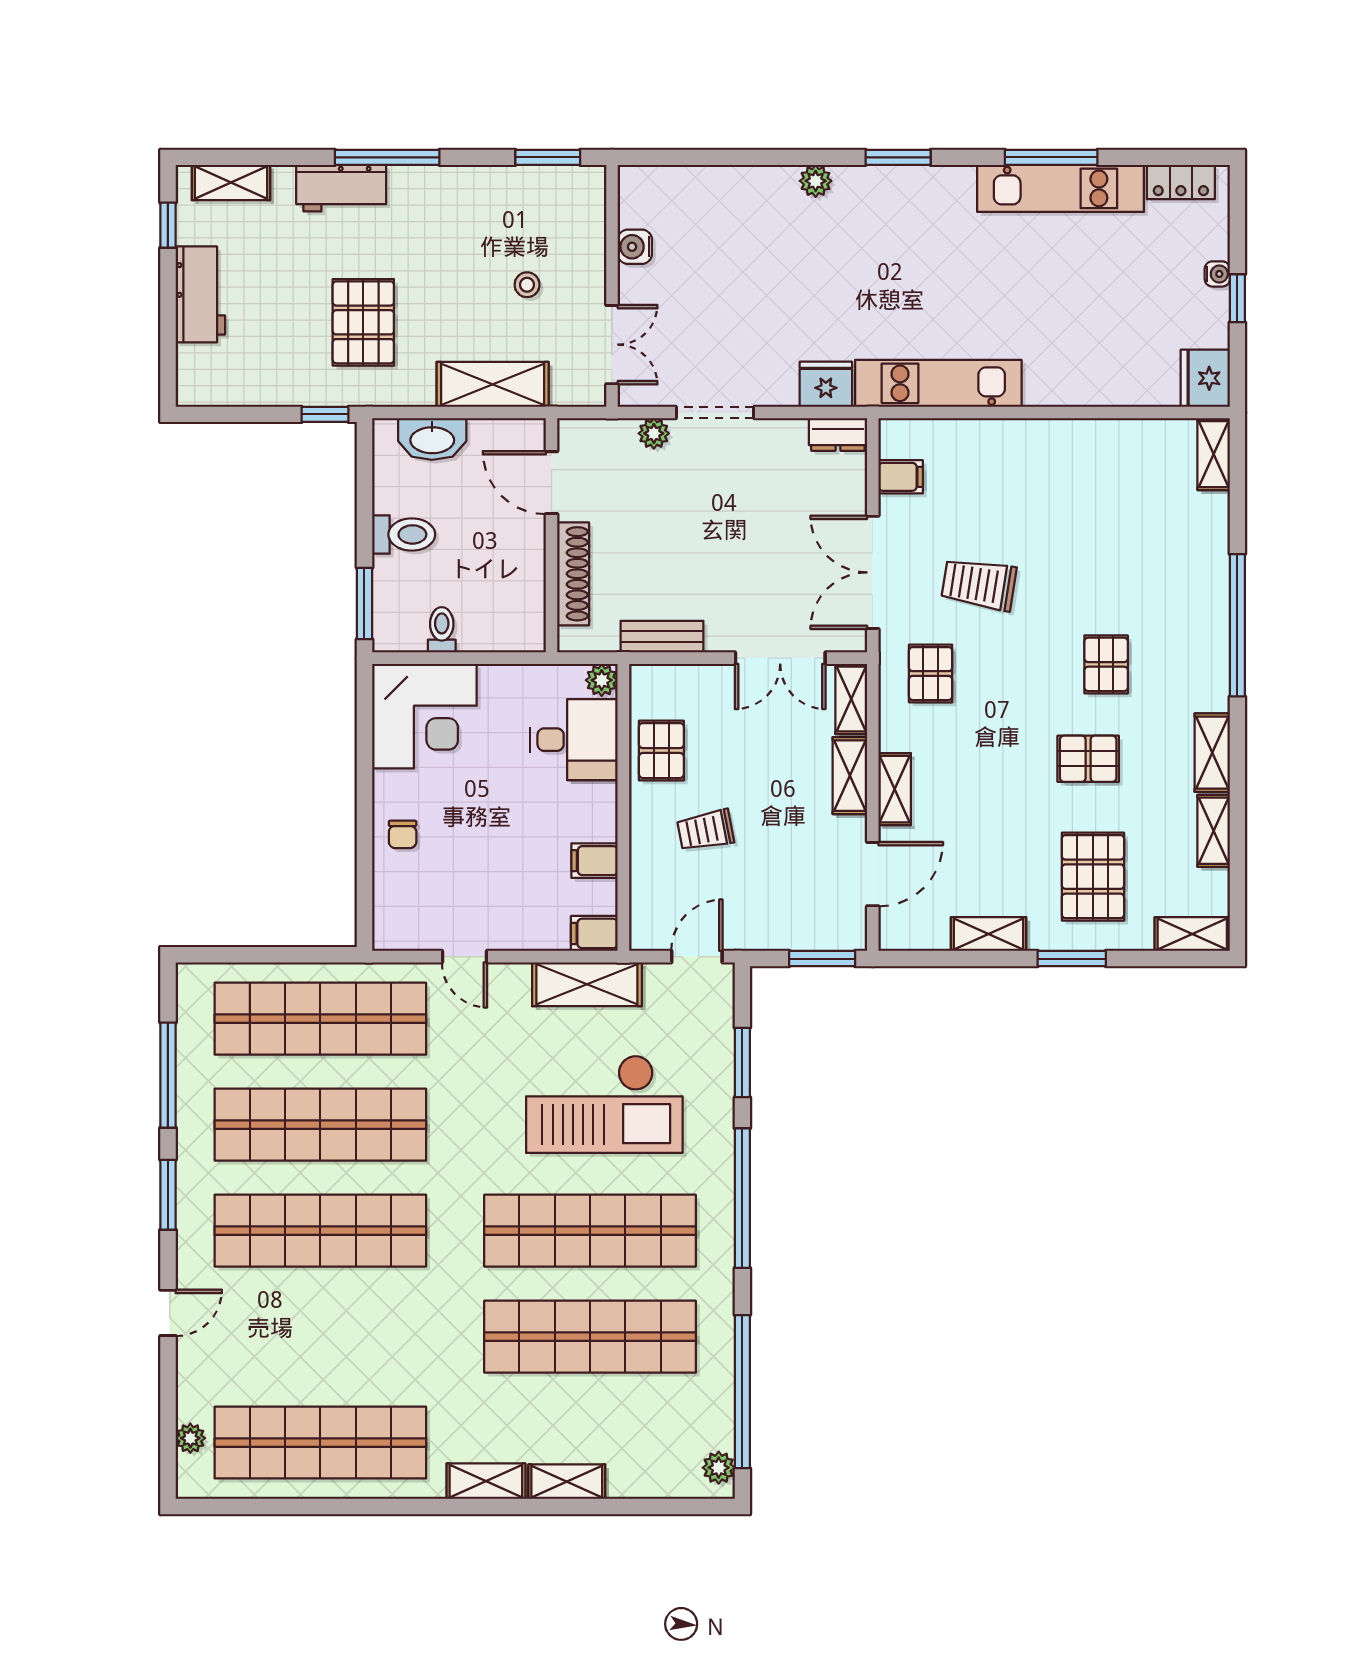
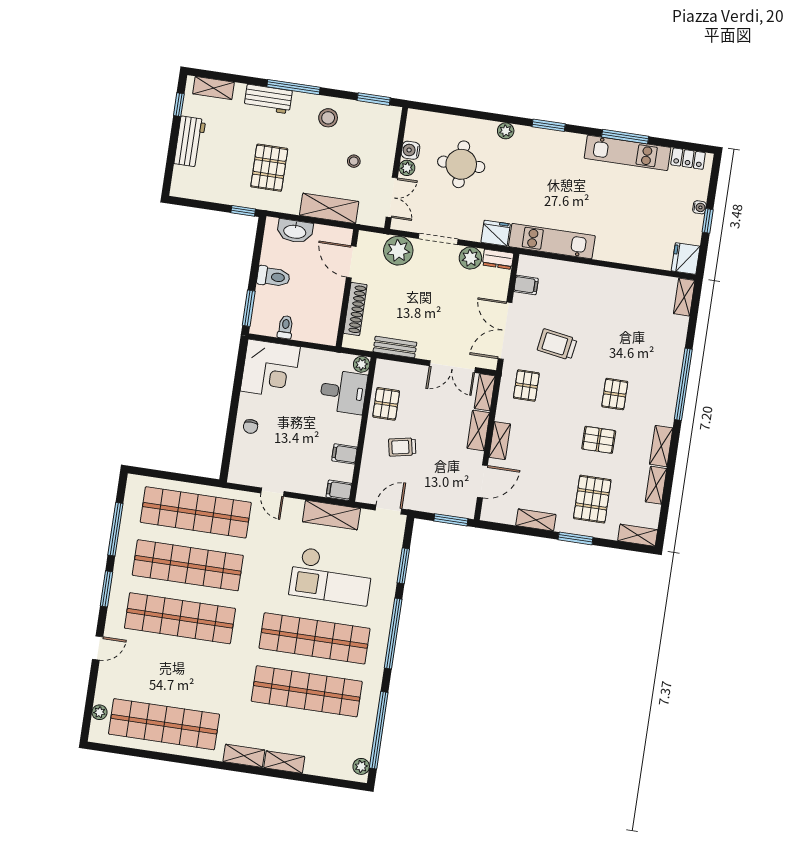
stool: (464, 207) -> (328, 118), added
round table: (738, 259) -> (461, 164), added
plant: (633, 282) -> (407, 168), added
plant: (654, 433) -> (398, 251), width x1.87, depth x1.87
plant: (784, 440) -> (470, 258), added

